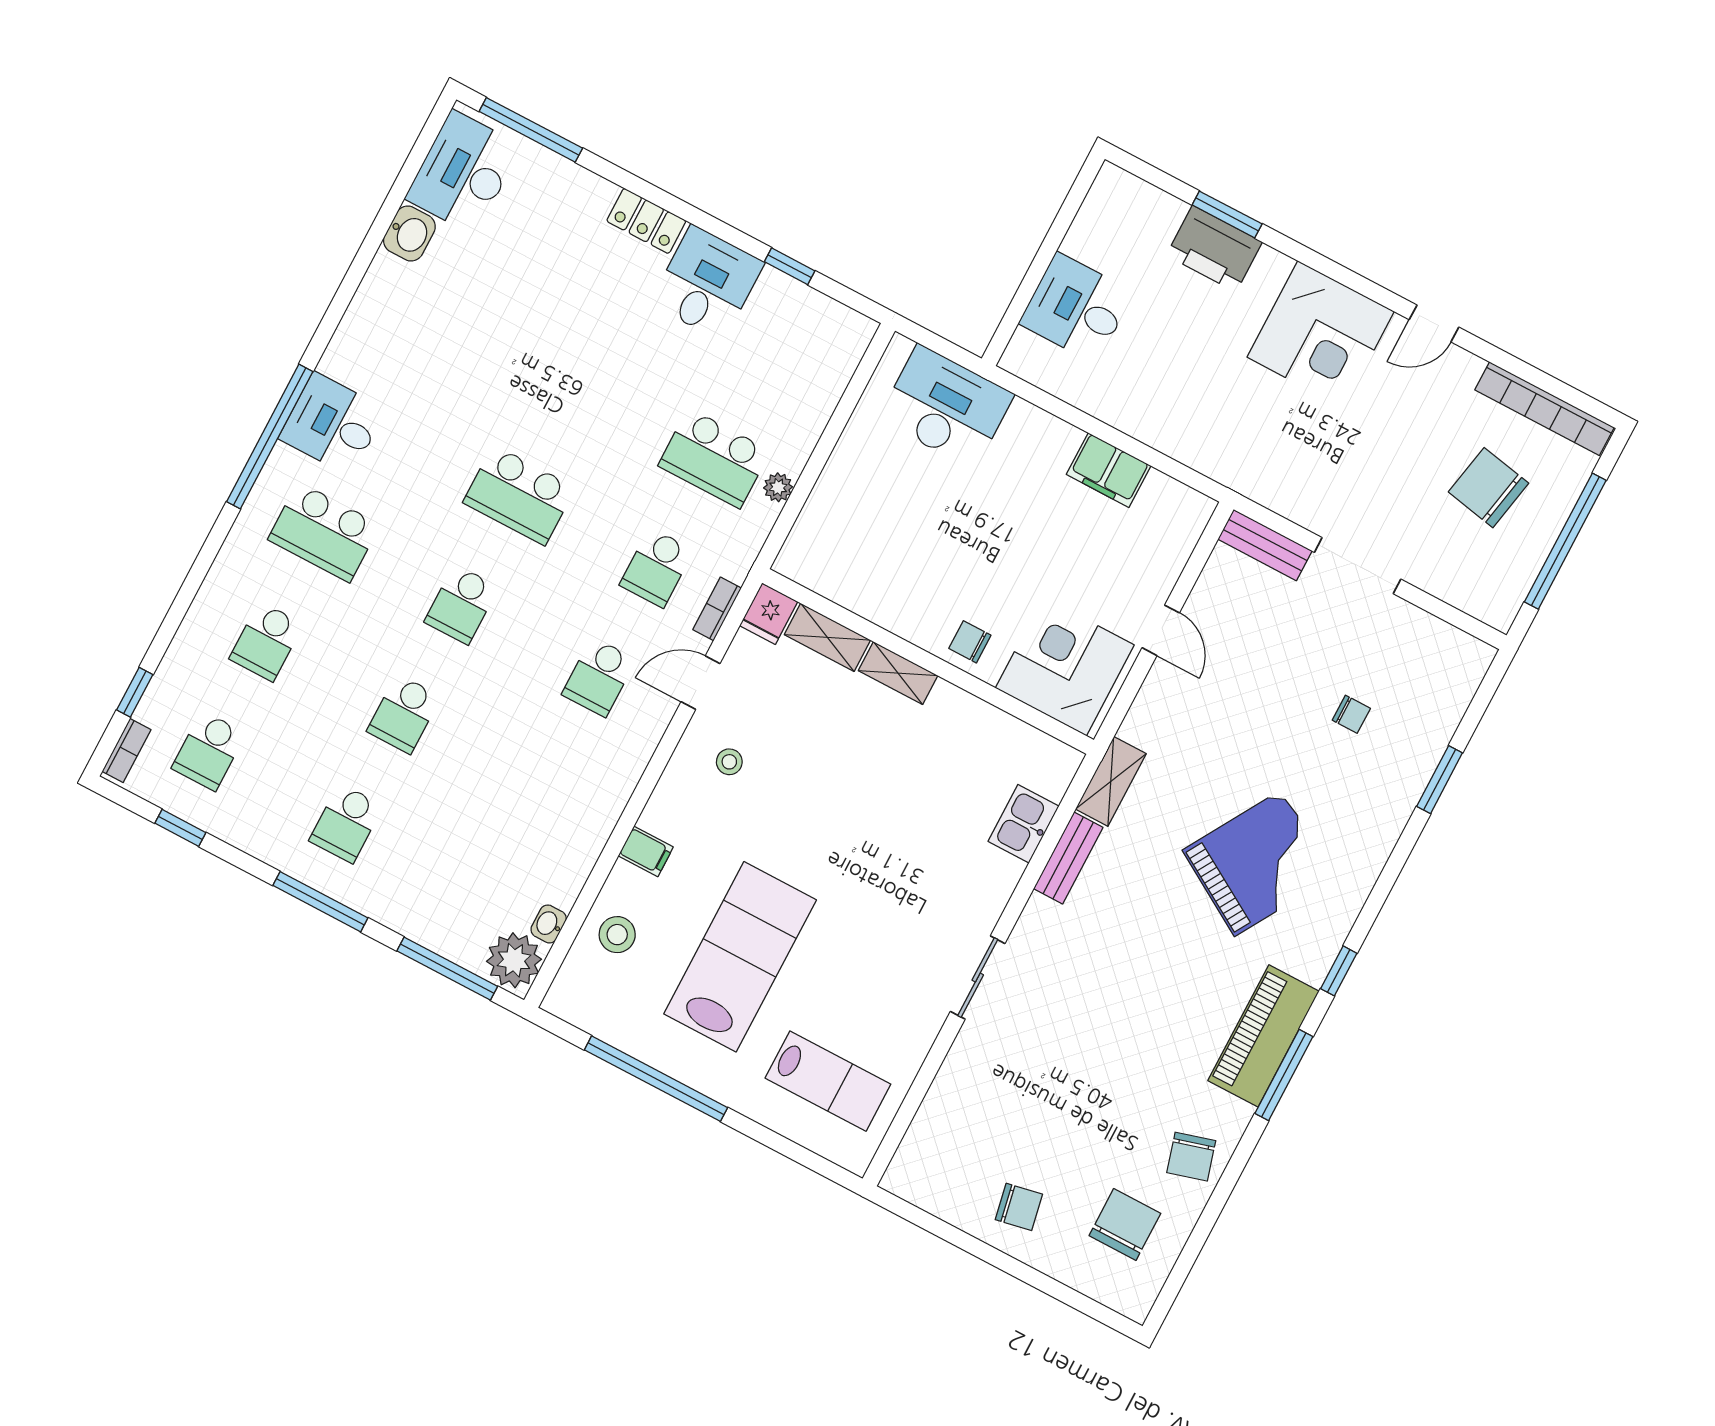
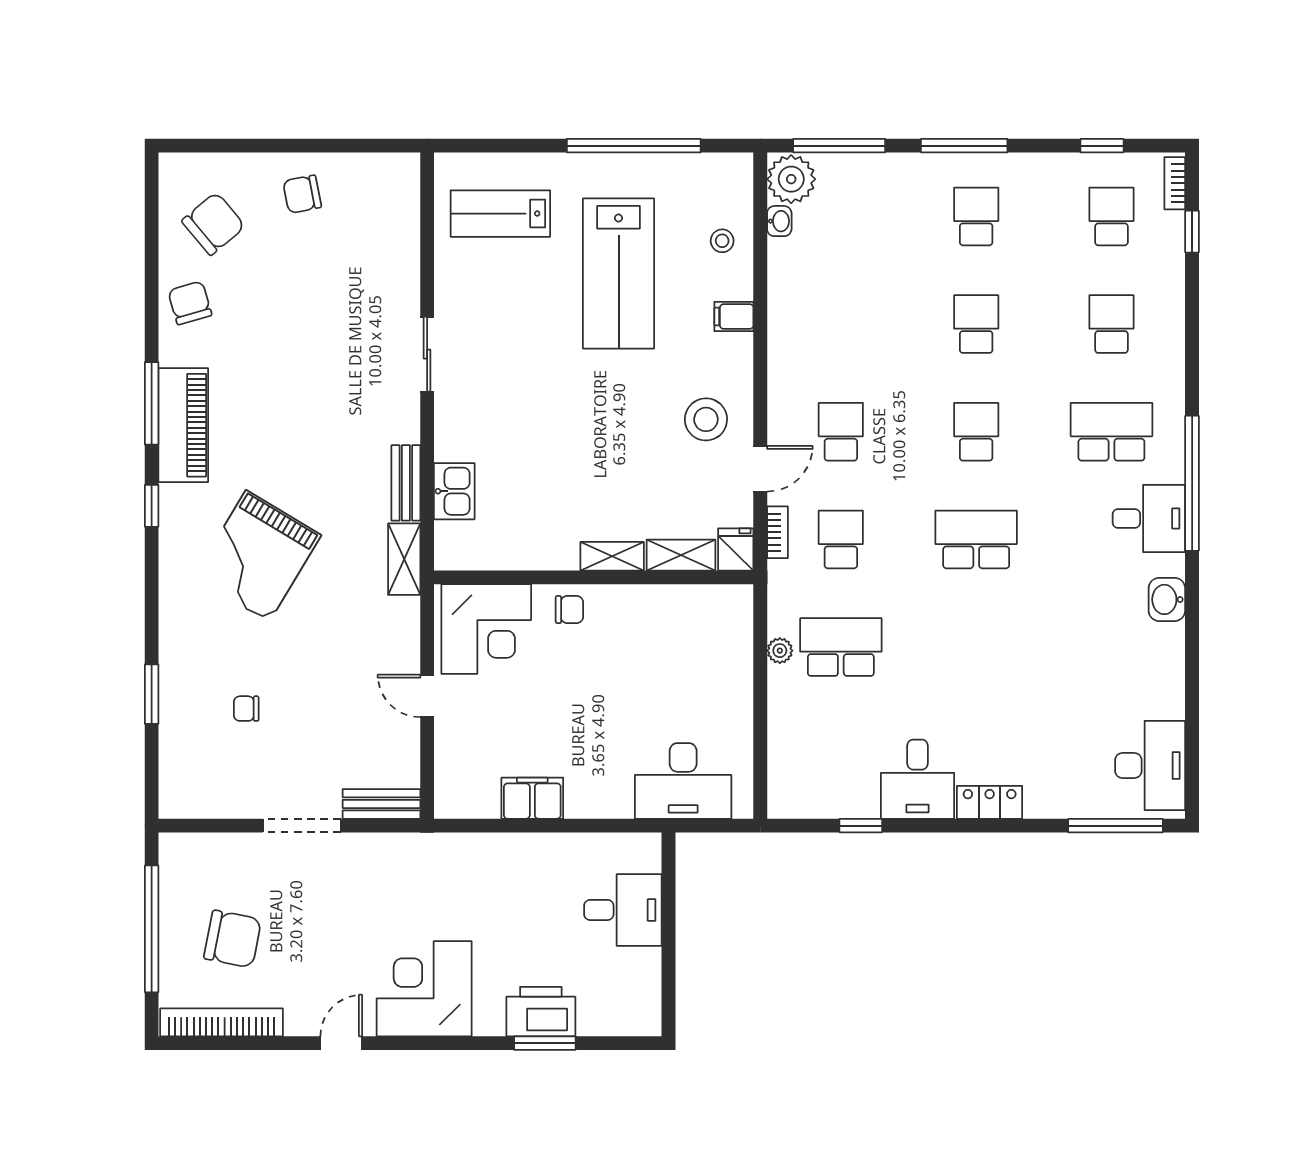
washbasin: (409, 234) -> (1167, 599), moved
stool: (729, 762) -> (706, 419), width x1.89, depth x1.89
stool: (617, 935) -> (722, 241), width x0.73, depth x0.73
chair: (1125, 1224) -> (213, 224), turned -130

